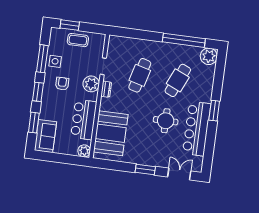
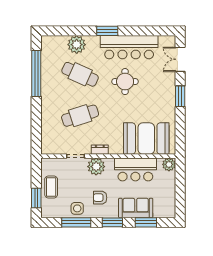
plant: (209, 56) -> (77, 45), moved
cafe table: (140, 75) -> (80, 116), turned -33
sofa: (45, 136) -> (136, 208), moved

